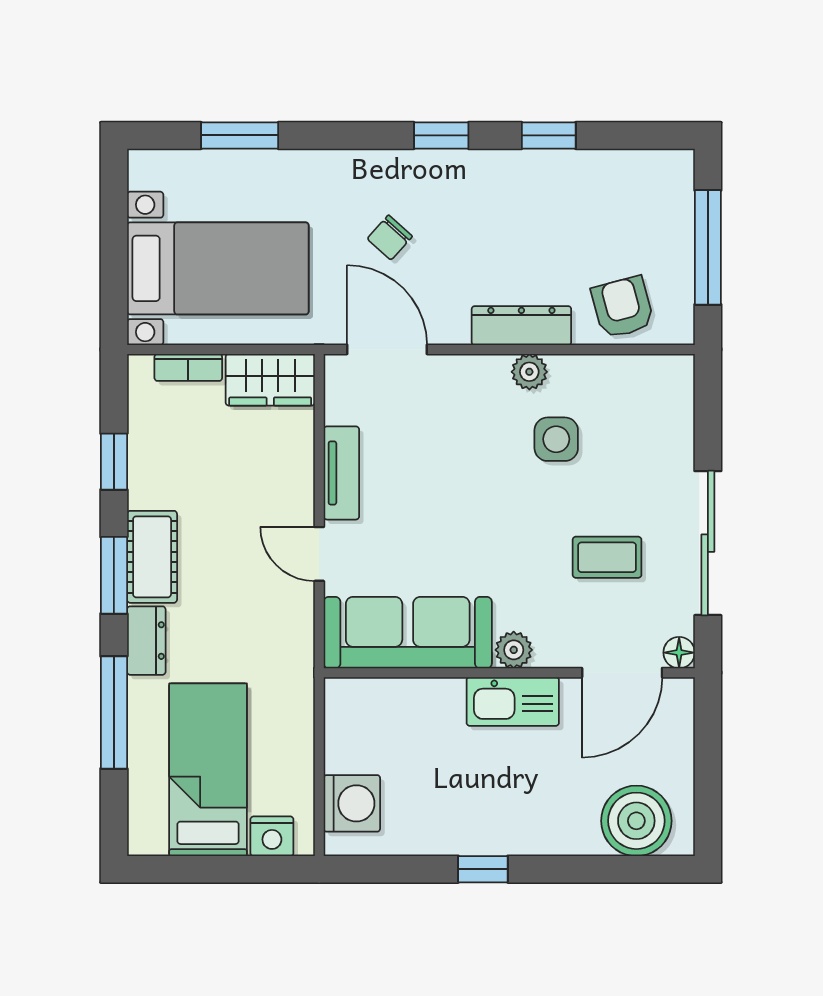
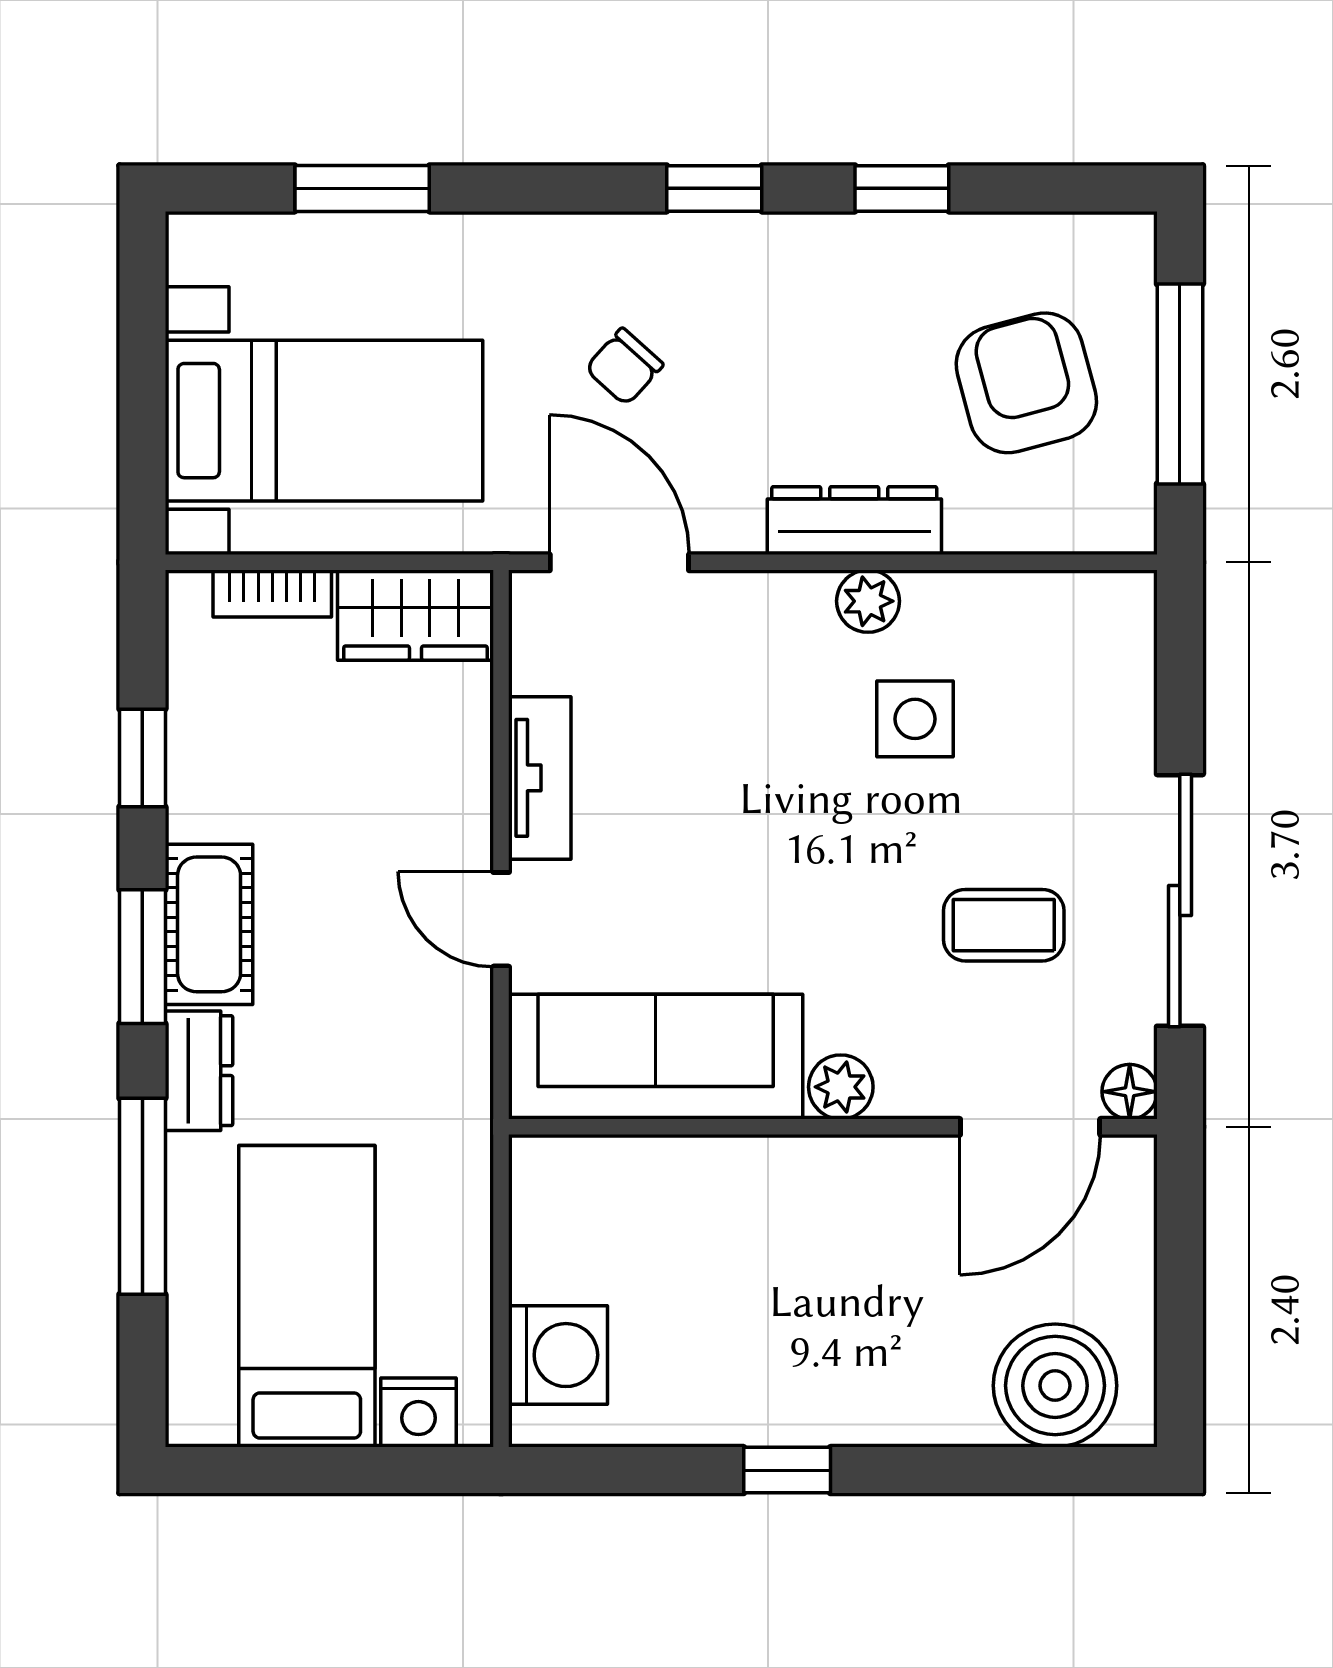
armchair: (623, 307) -> (1026, 383), moved, width x1.38, depth x1.38
kitchen sink: (513, 701) -> (839, 1177), removed

